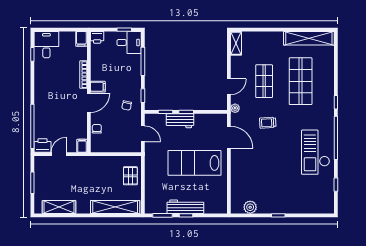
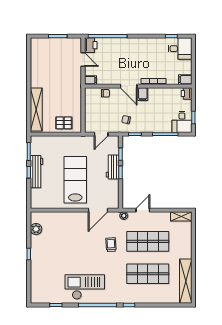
shop shelf: (264, 81) -> (148, 241), width x1.43, depth x1.36
door: (229, 87) -> (143, 210), swing flipped
shelving: (59, 207) -> (36, 60), removed

